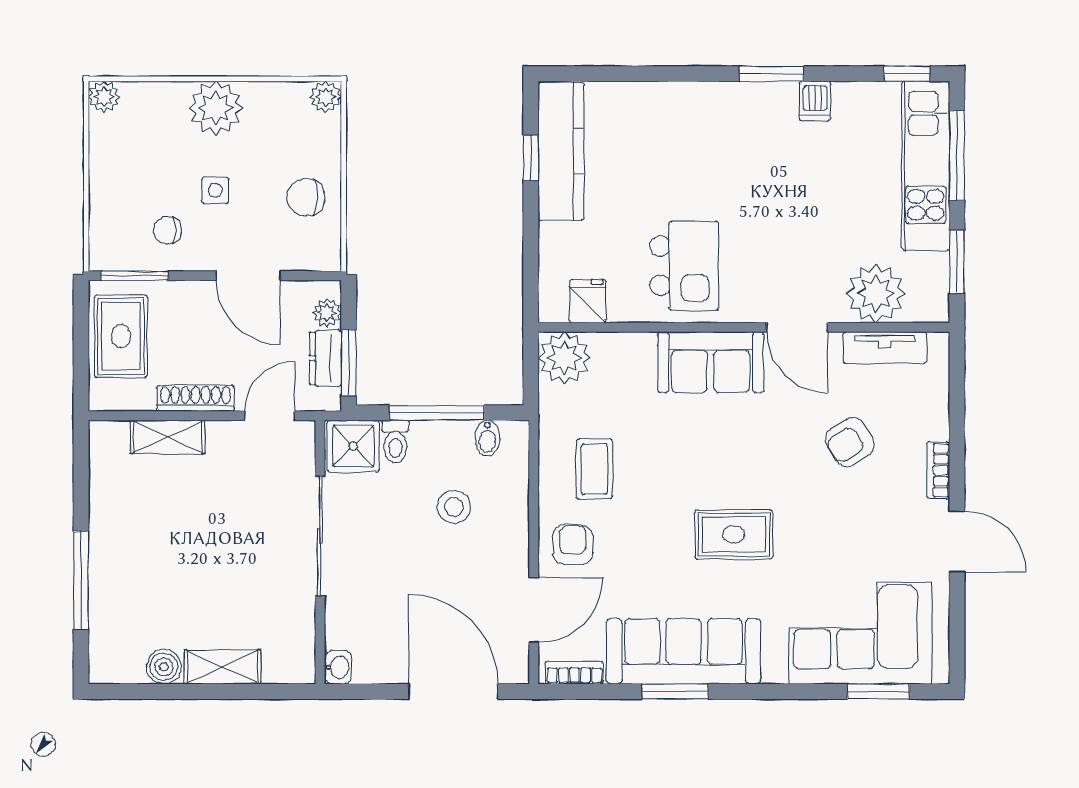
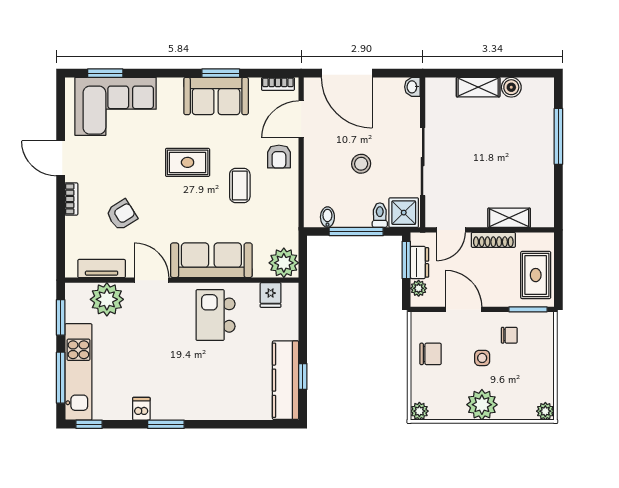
sofa: (711, 362) -> (211, 260), width x1.36
coffee table: (594, 469) -> (240, 186), moved
stool: (454, 507) -> (361, 164), moved
sofa: (683, 651) -> (216, 96), width x0.73

